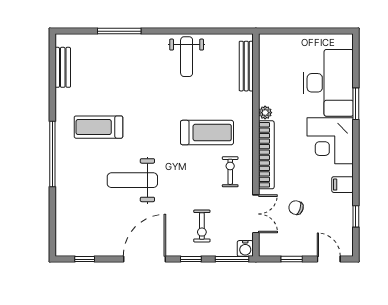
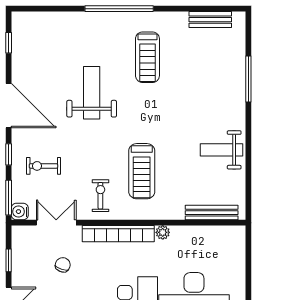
treadmill: (98, 127) -> (147, 57), turned 180
exercise bike: (230, 172) -> (100, 196), turned -90
double door: (256, 214) -> (56, 223), swing flipped

